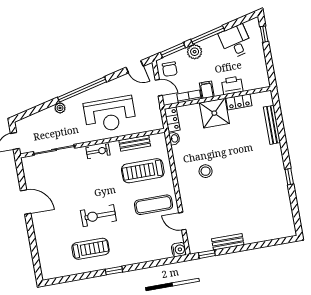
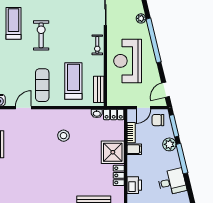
printer: (232, 85) -> (134, 185), moved
bench: (135, 143) -> (99, 89), moved
treadmill: (91, 249) -> (13, 23), turned 180

